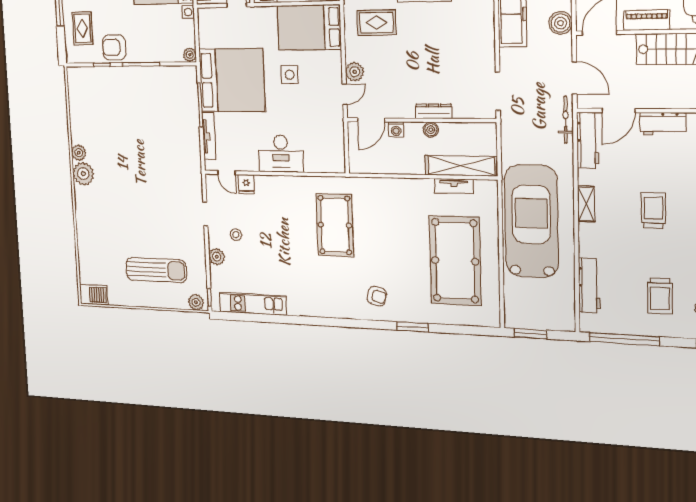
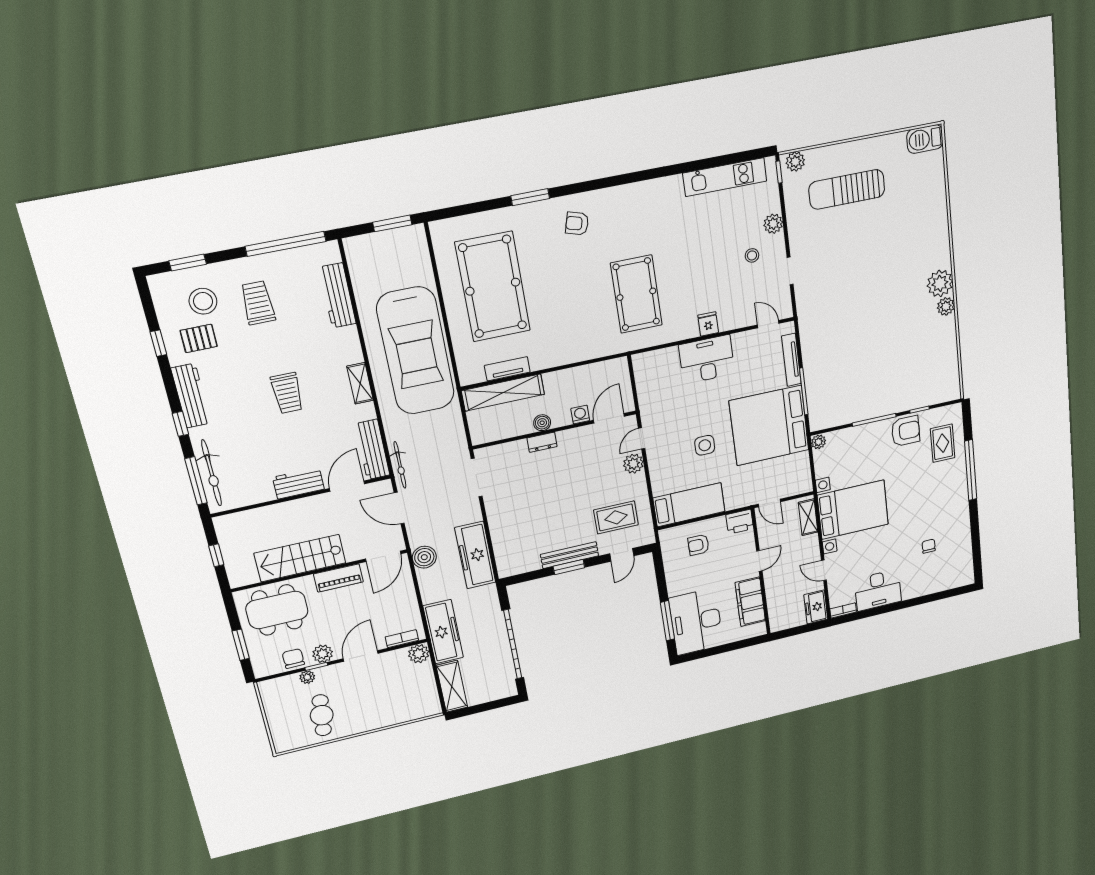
bed: (309, 27) -> (689, 505), width x0.67
dresser: (434, 111) -> (542, 442), width x0.70
fridge: (246, 184) -> (708, 324), moved

